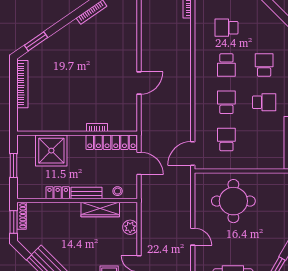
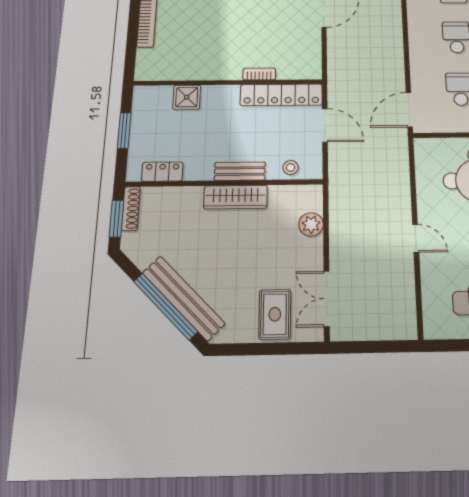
shower: (51, 151) -> (187, 97), width x0.54, depth x0.54
locker: (58, 193) -> (162, 172), moved
wardrobe: (100, 210) -> (236, 197), moved

